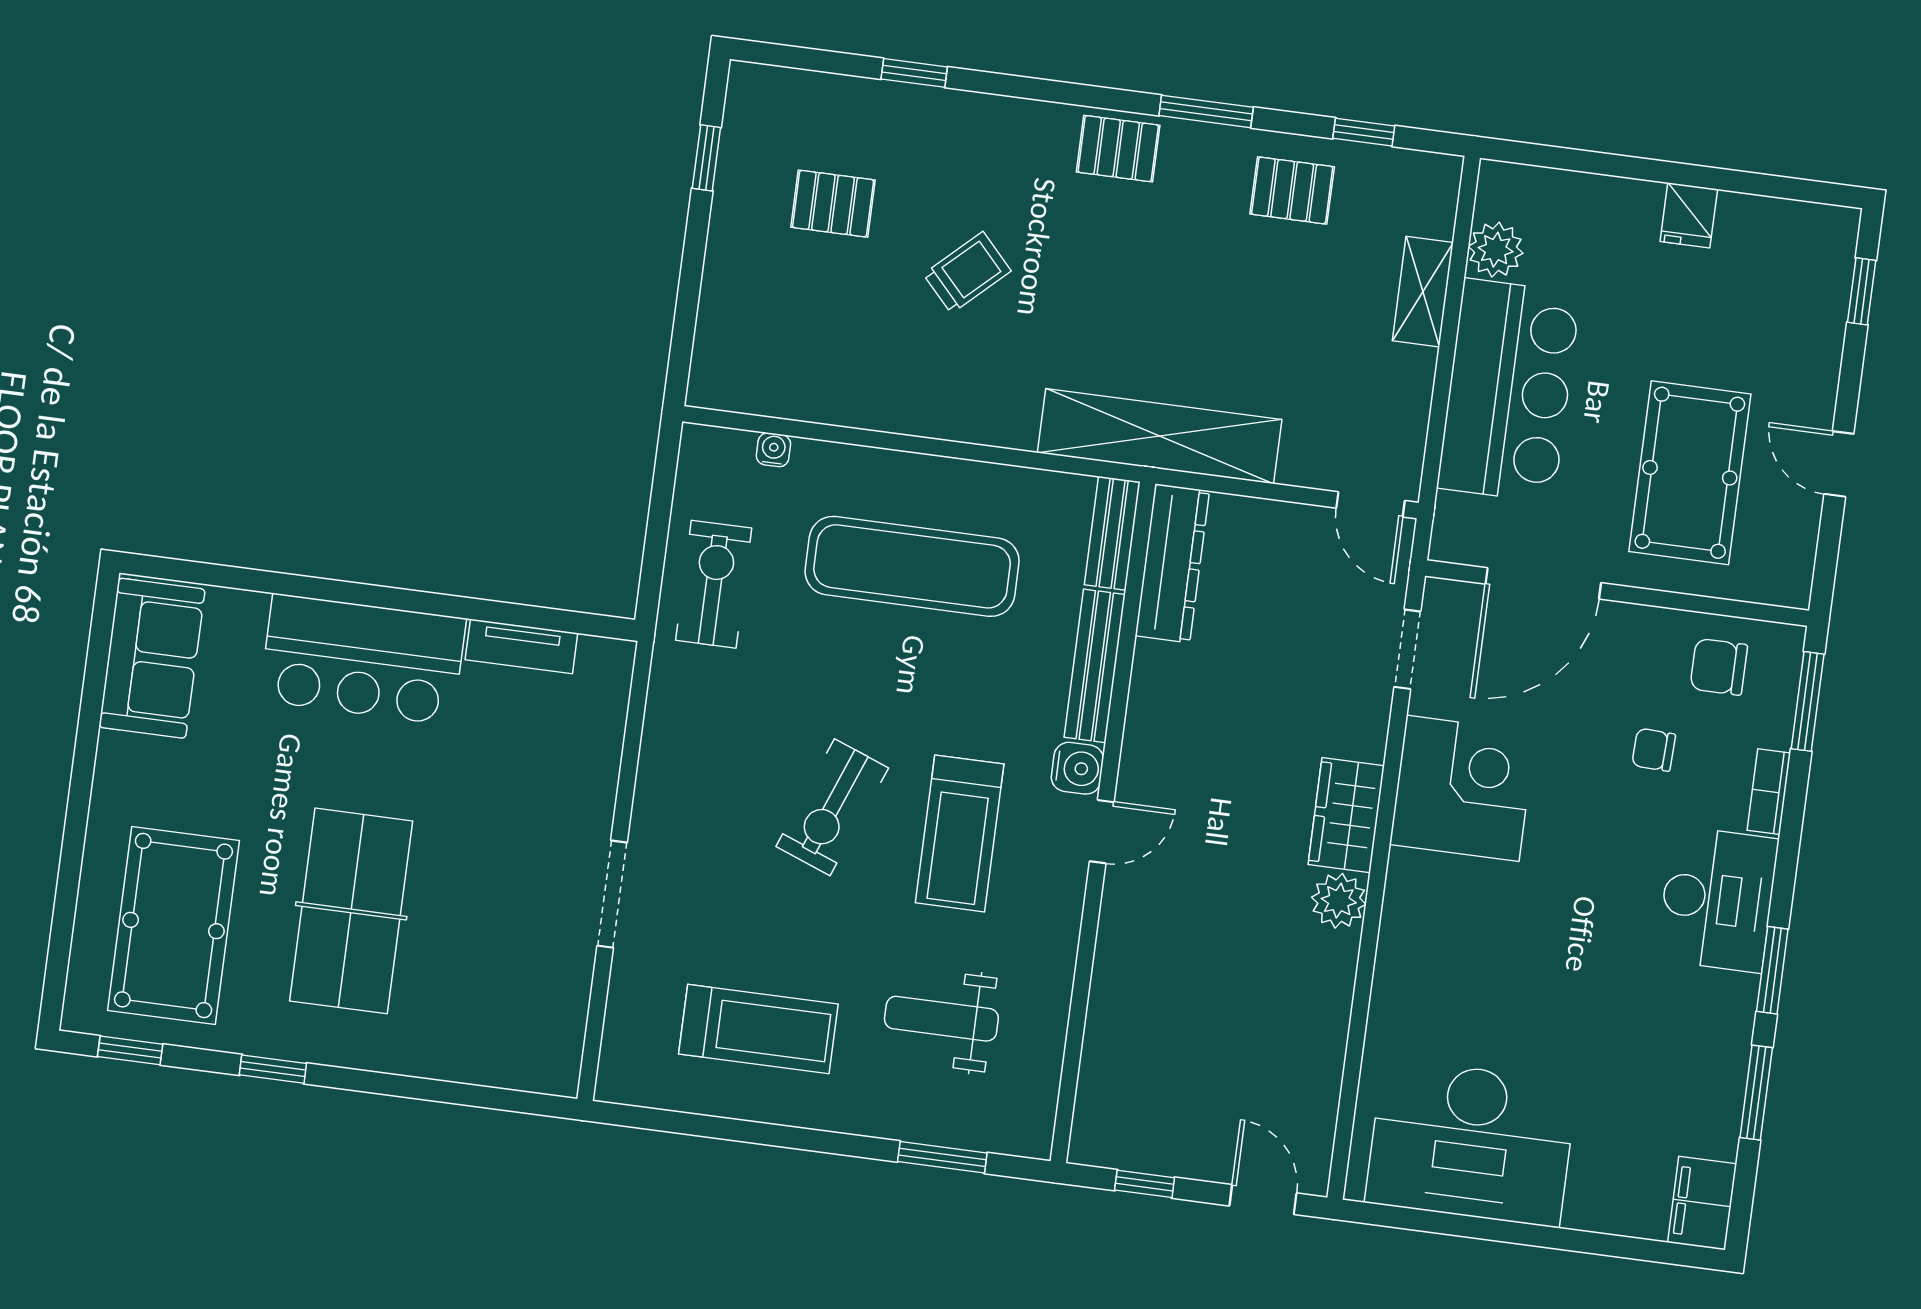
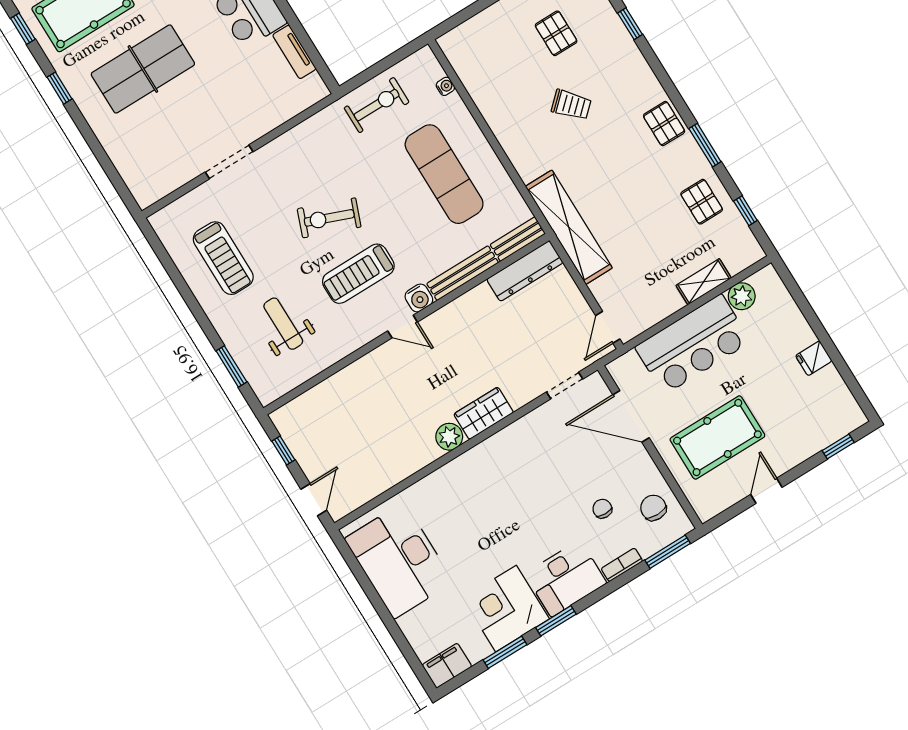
corner desk: (1463, 788) -> (506, 609), moved, turned 180

